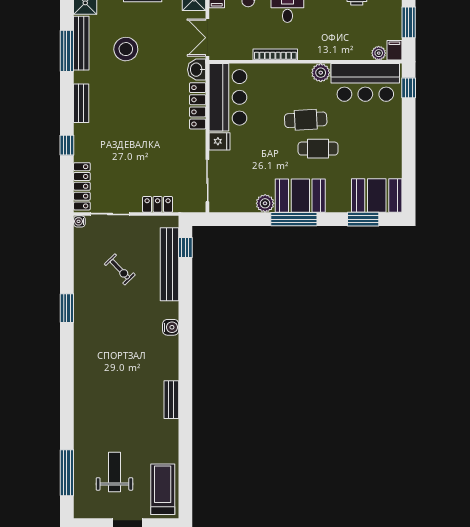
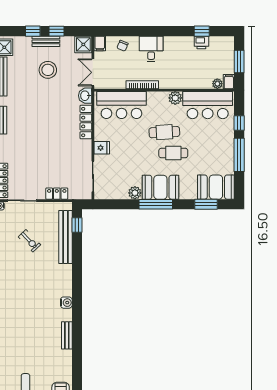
stool: (126, 49) -> (48, 70), moved
window: (409, 88) -> (239, 123), moved
bar counter: (228, 97) -> (121, 105), moved, turned 90
window: (409, 151) -> (239, 155), added
water cooler: (171, 327) -> (66, 303), moved

